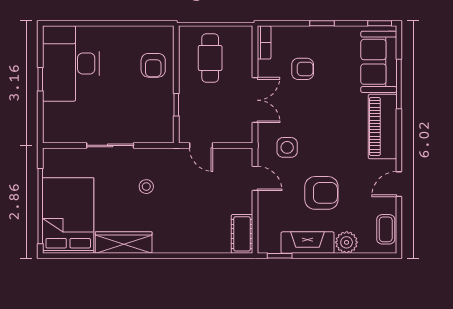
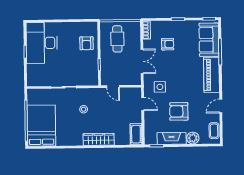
armchair: (321, 193) -> (179, 111), turned 180
wardrobe: (124, 242) -> (99, 139), moved

